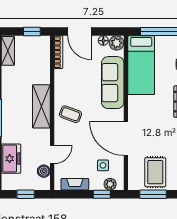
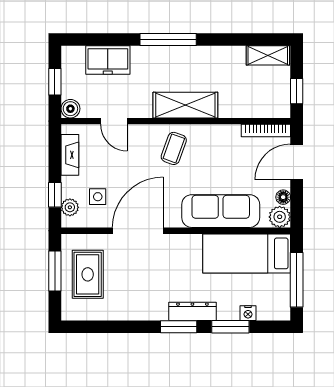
boiler: (44, 171) -> (70, 109), moved
rug: (155, 172) -> (88, 274), turned 90

